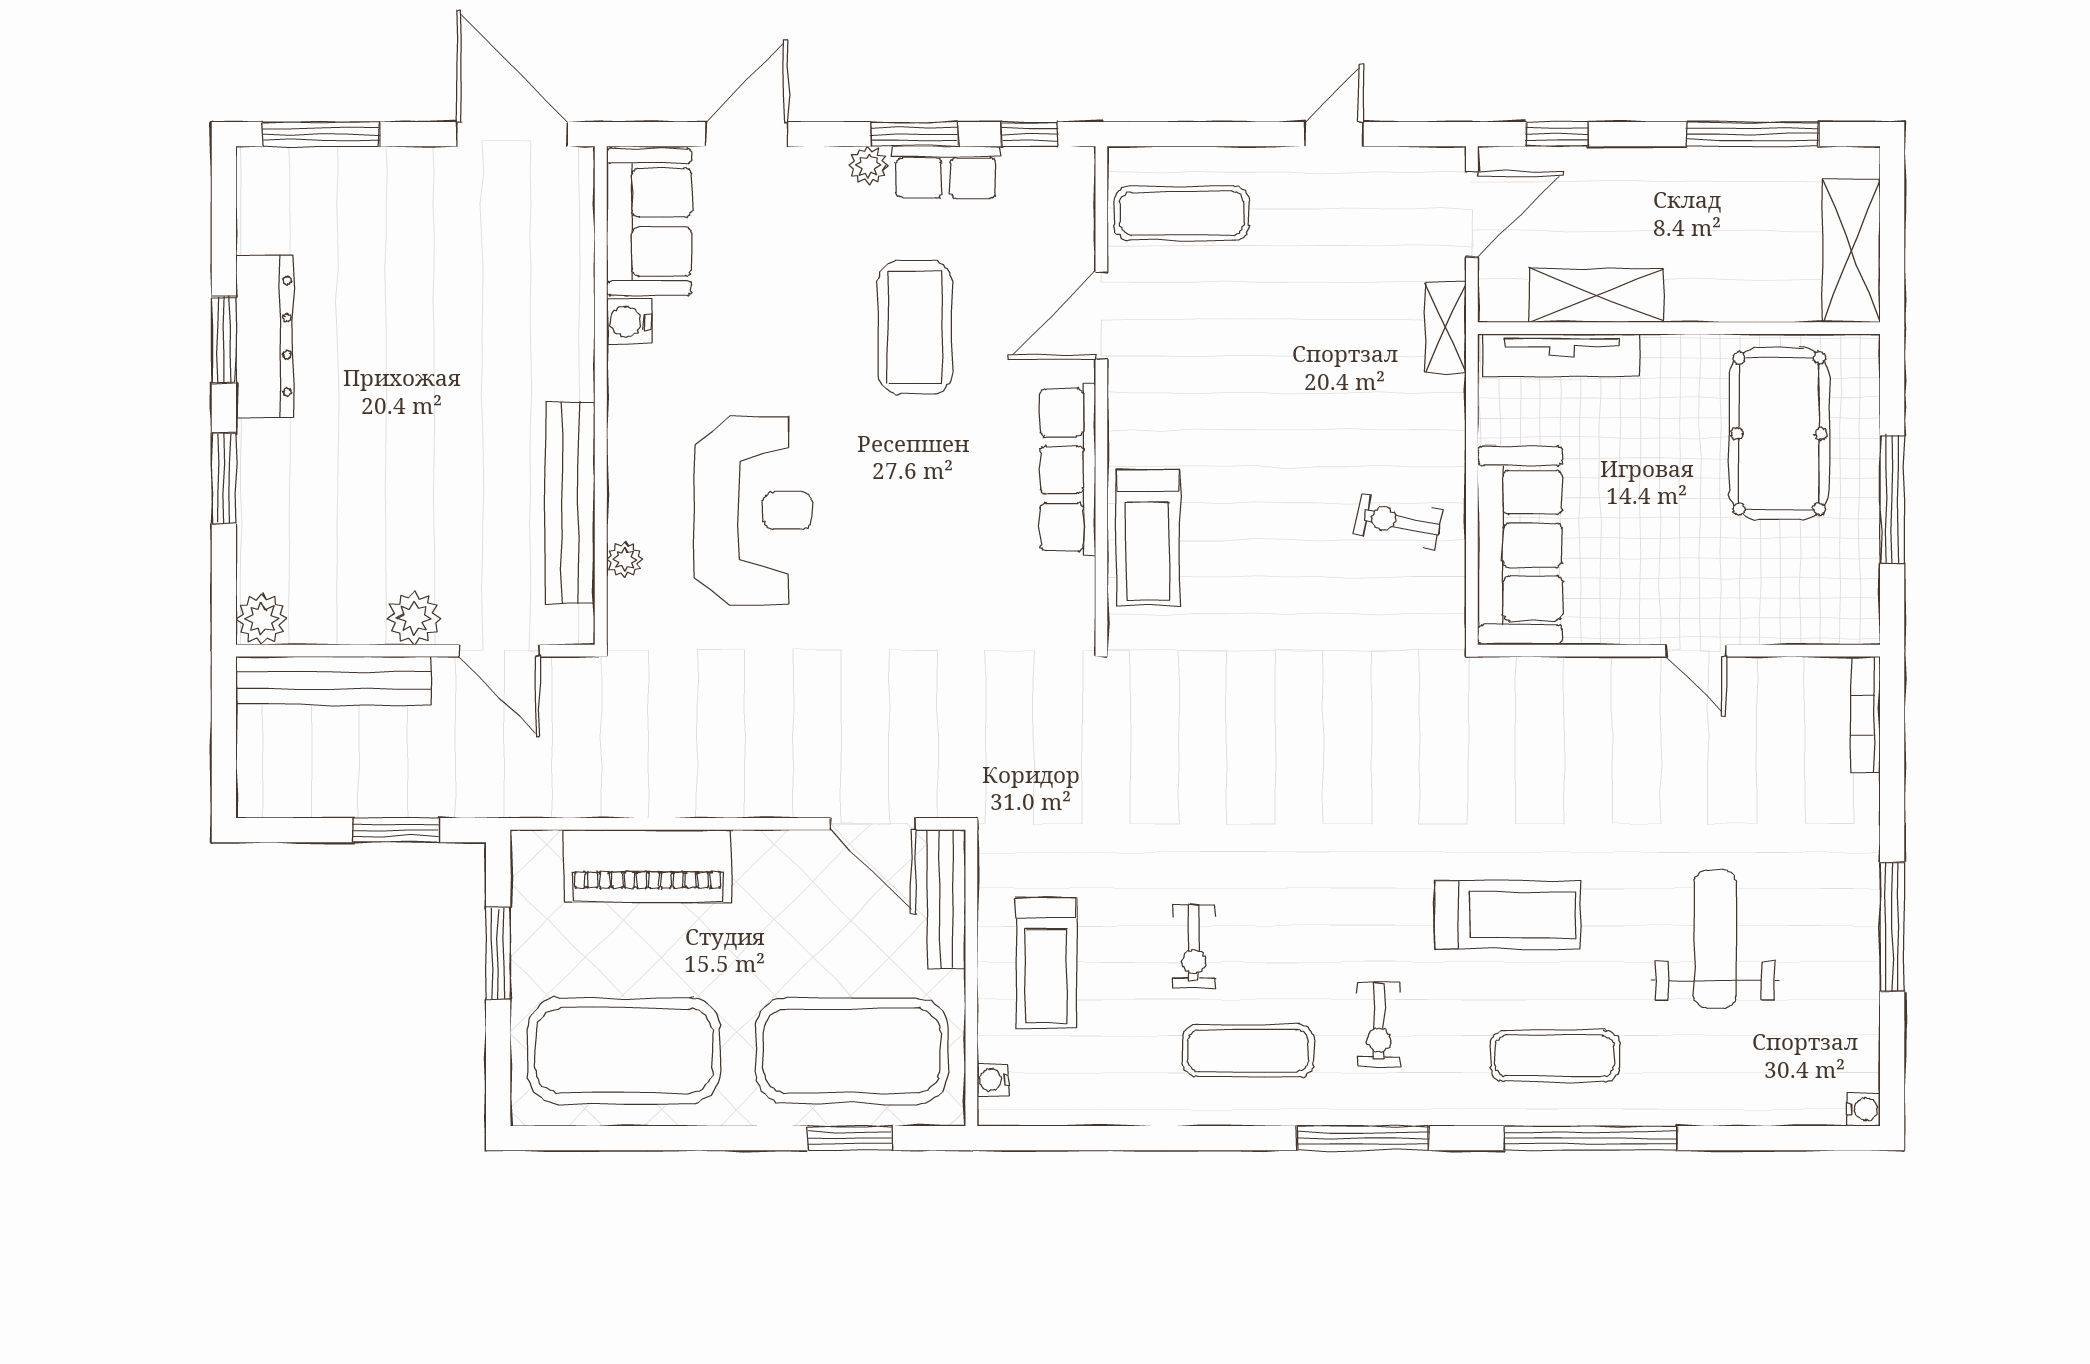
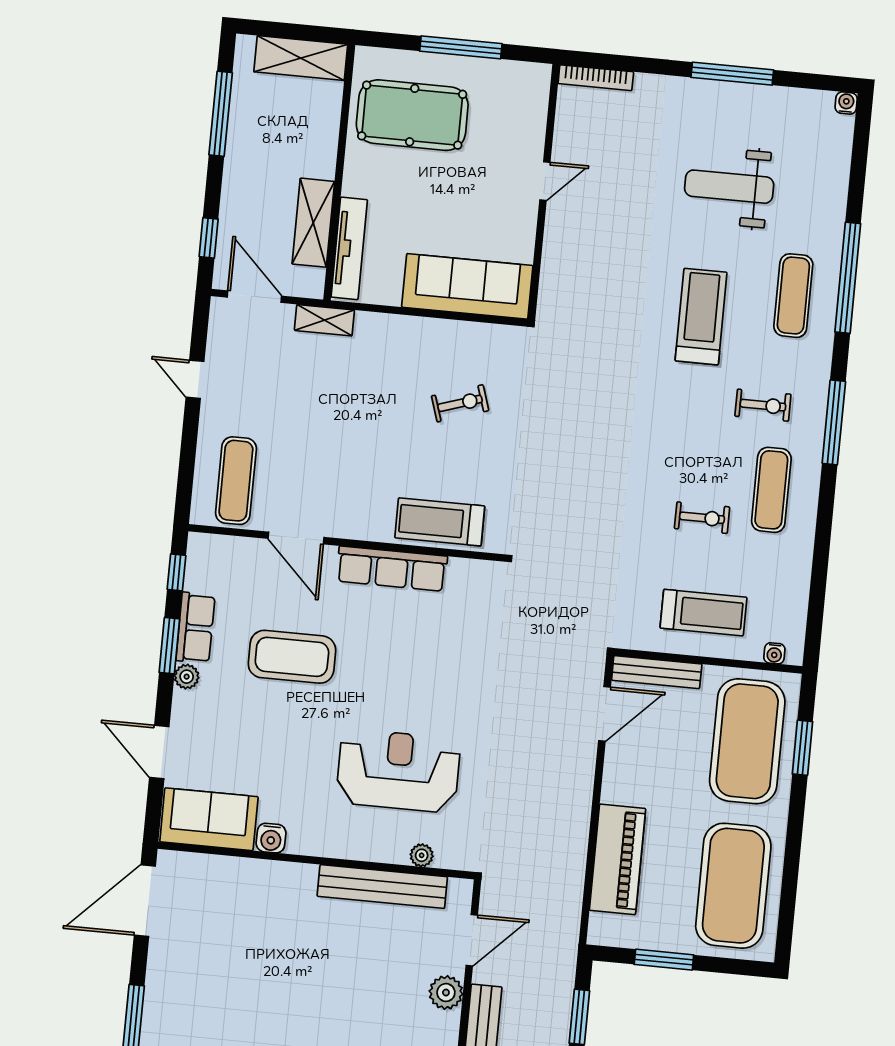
exercise bike: (1398, 522) -> (460, 403), moved, turned -119
treadmill: (1148, 538) -> (440, 522), turned 180

